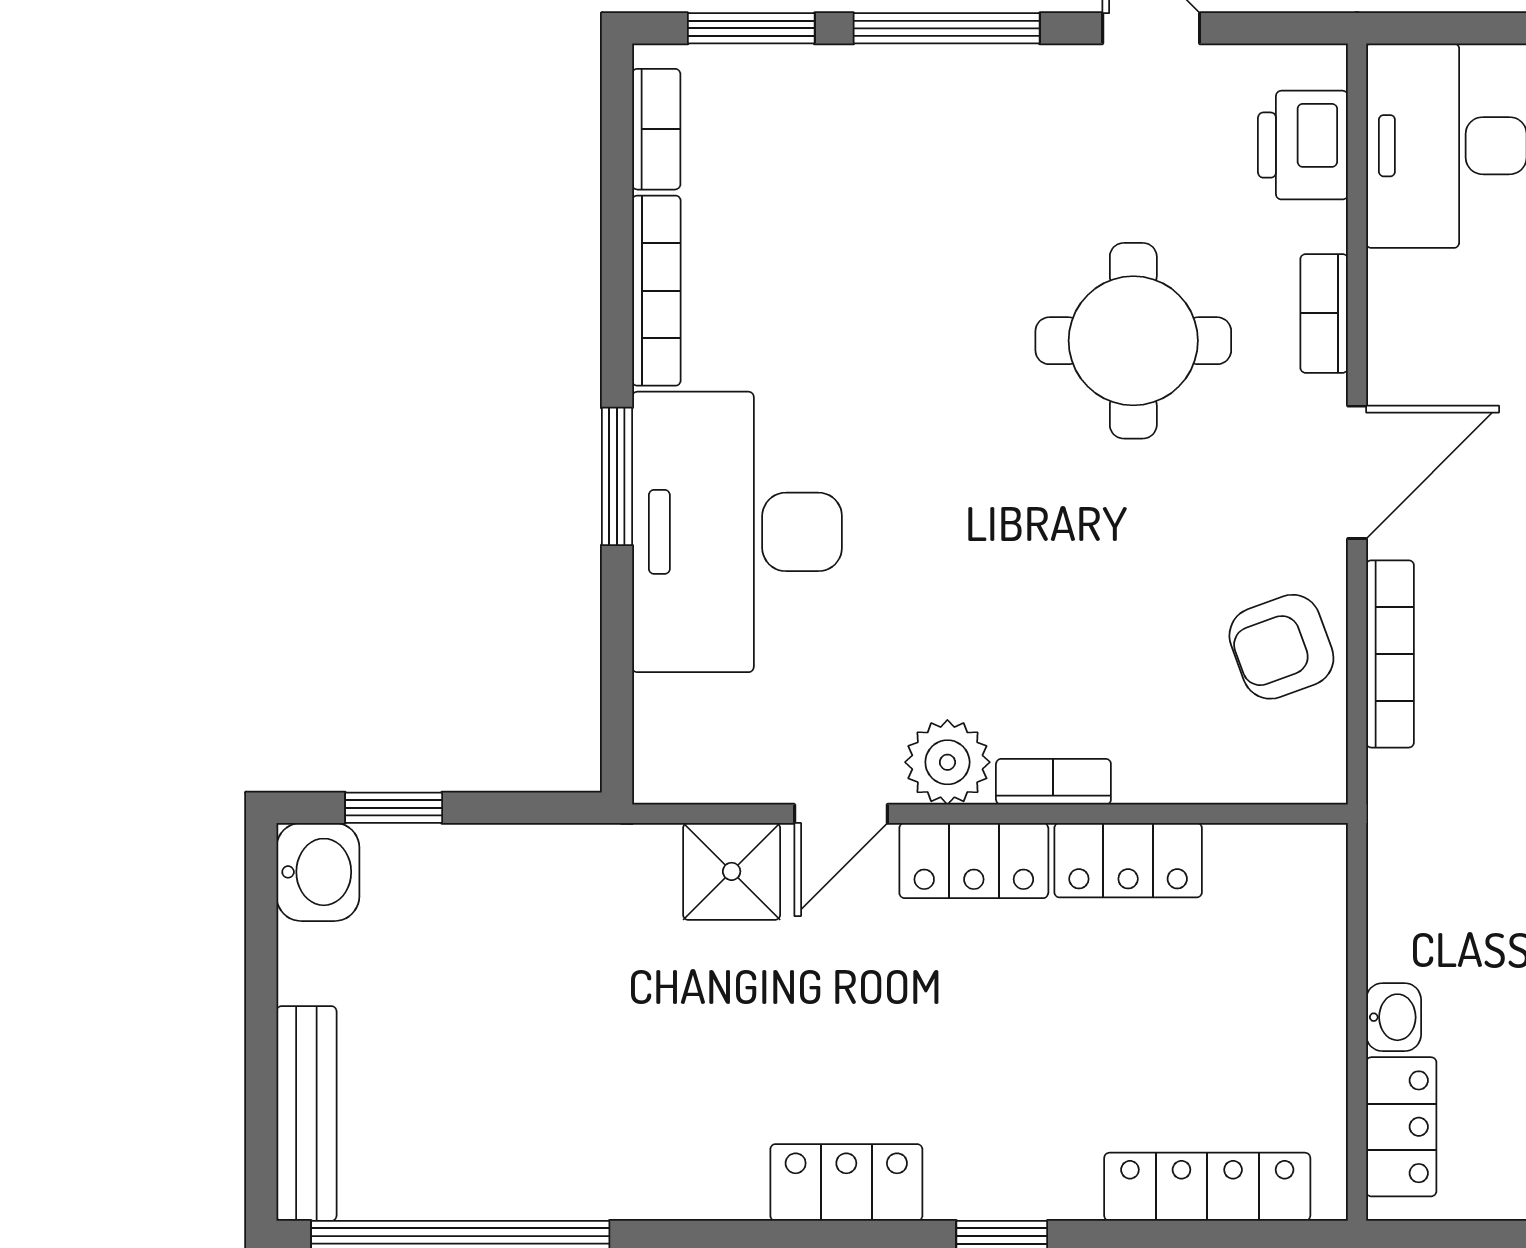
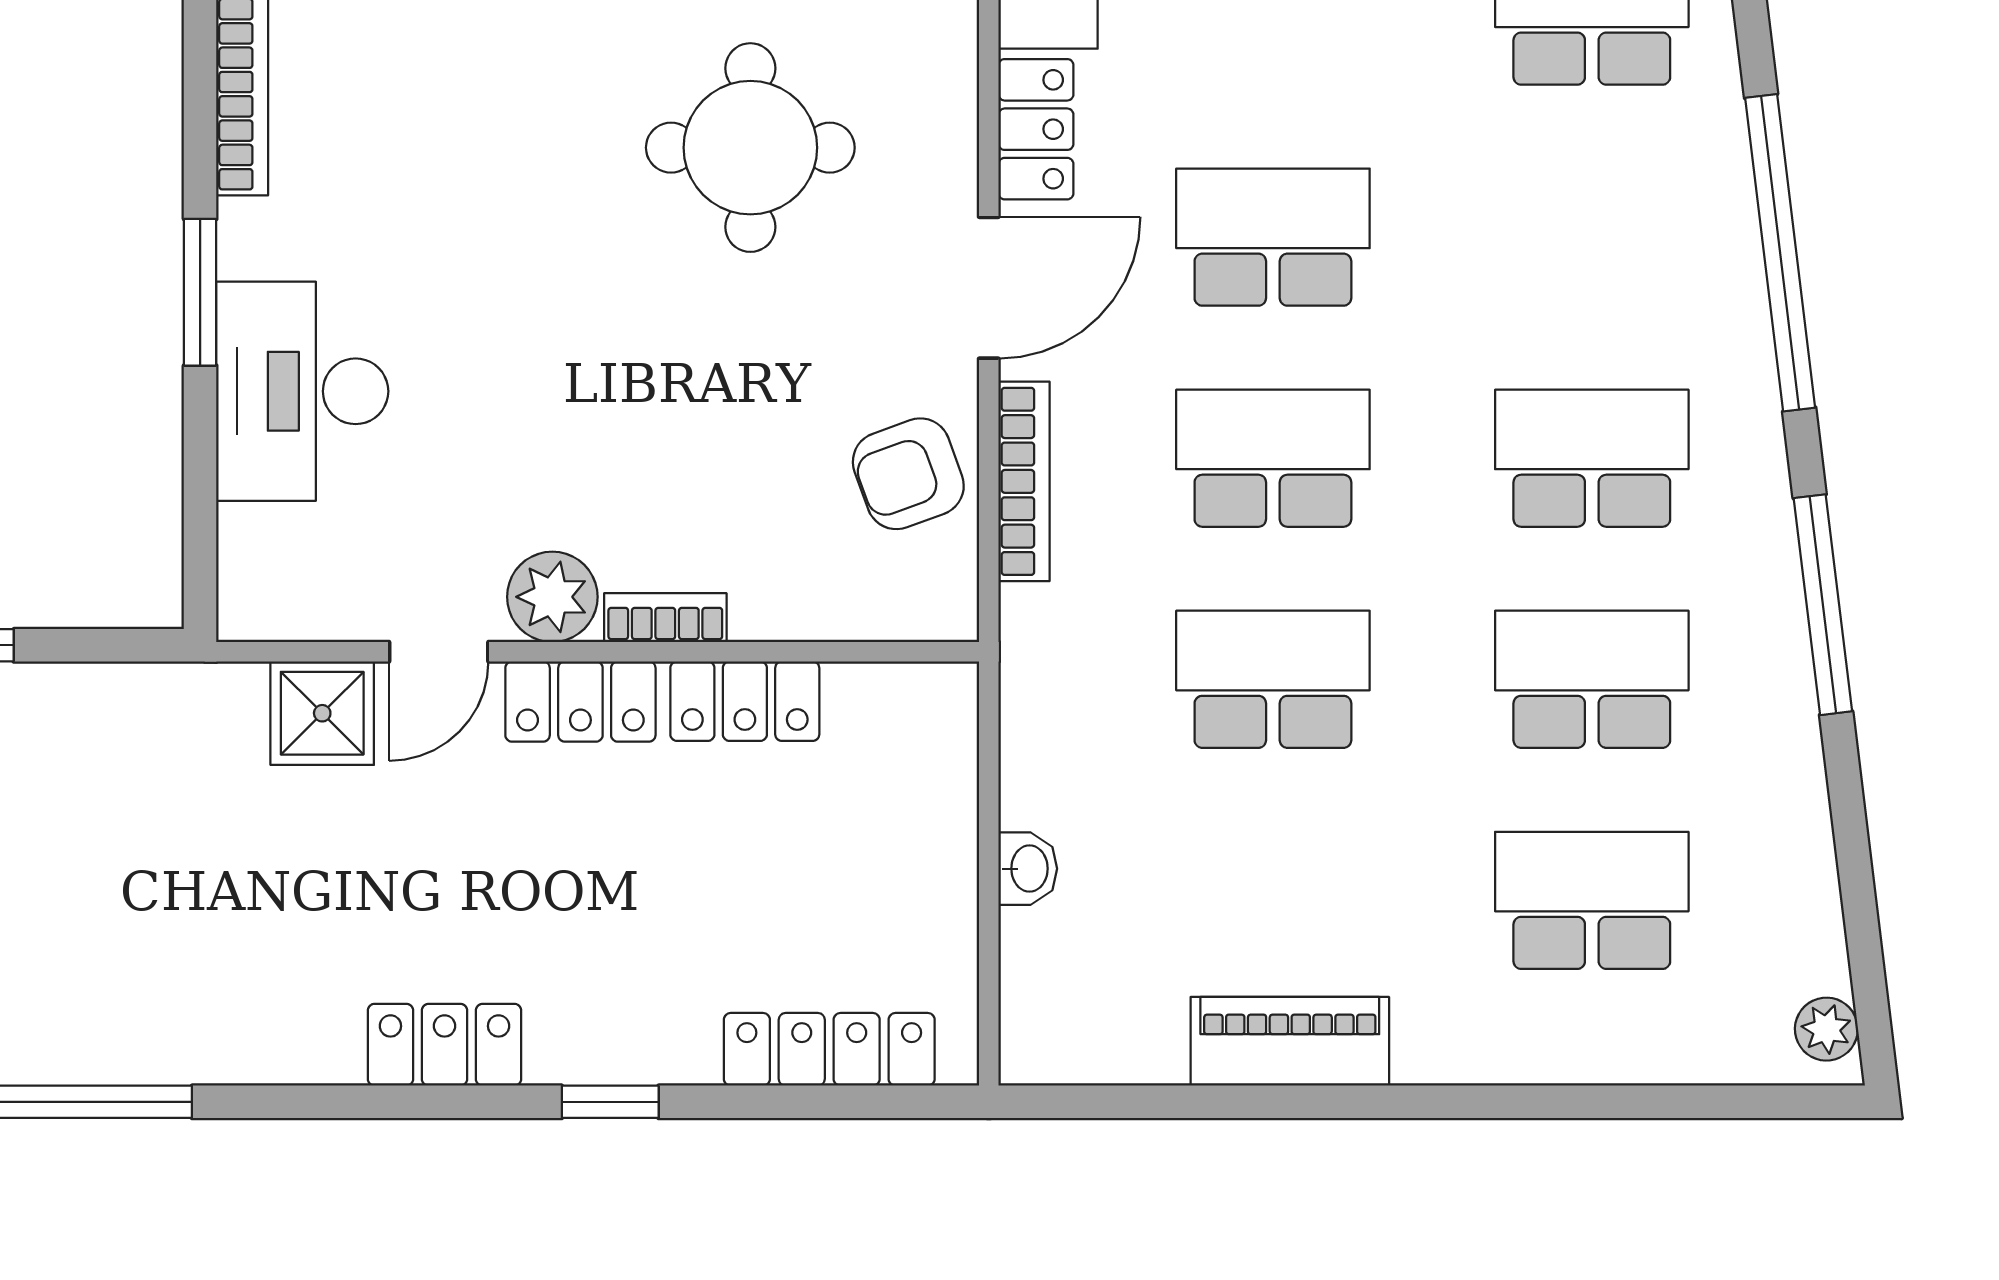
bookcase: (1324, 313) -> (954, 118), removed
desk: (737, 532) -> (302, 391), width x0.73, depth x0.77
locker: (1401, 1127) -> (1036, 129), moved

